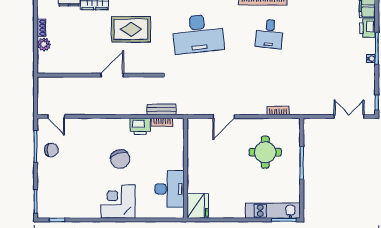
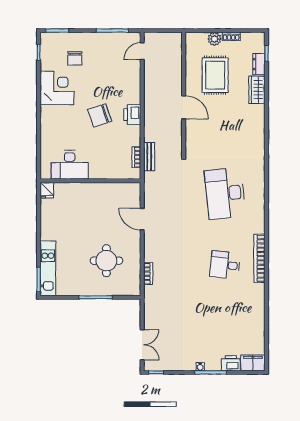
rug: (131, 29) -> (215, 75), moved
printer: (140, 126) -> (132, 115), moved
chair: (51, 150) -> (75, 58), moved
corner desk: (118, 202) -> (57, 88), moved
fridge: (198, 206) -> (47, 190), width x0.53, depth x0.75

